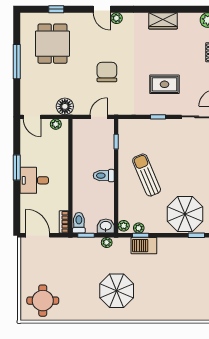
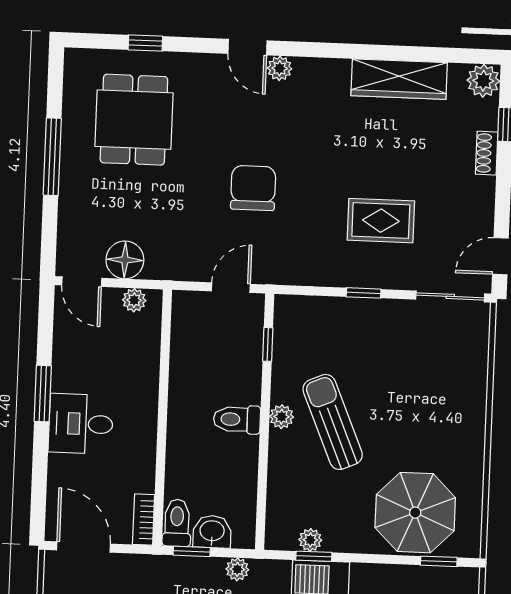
wardrobe: (163, 21) -> (399, 79), width x1.50
floor lamp: (65, 106) -> (125, 260), moved
washbasin: (106, 226) -> (212, 532), moved
plant: (124, 226) -> (282, 417), moved

